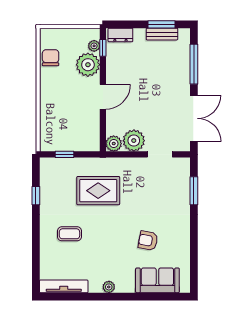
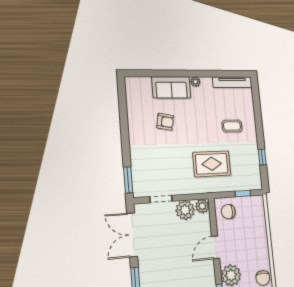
chair: (84, 135) -> (228, 212), added
window: (194, 191) -> (128, 180), moved
sofa: (157, 280) -> (171, 87), moved

